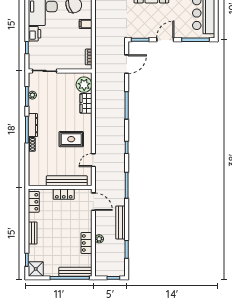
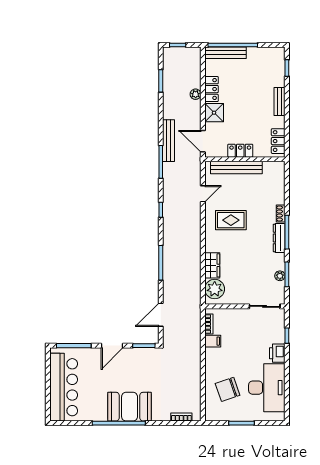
filing cabinet: (86, 24) -> (213, 341), moved
bench: (120, 222) -> (169, 141), moved
shower: (36, 269) -> (214, 113), moved

